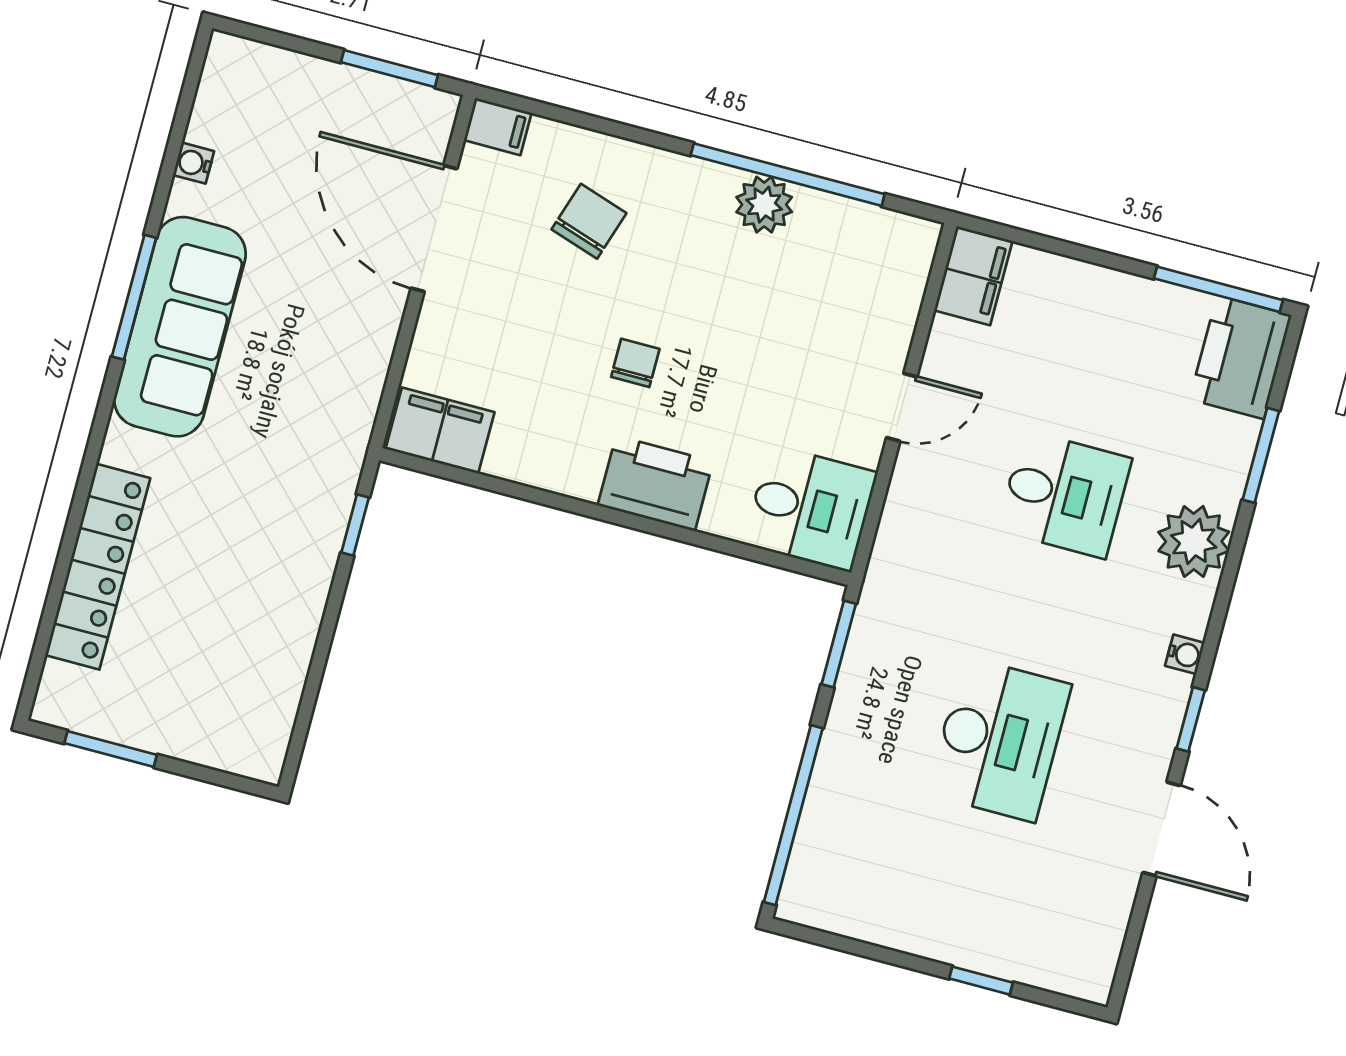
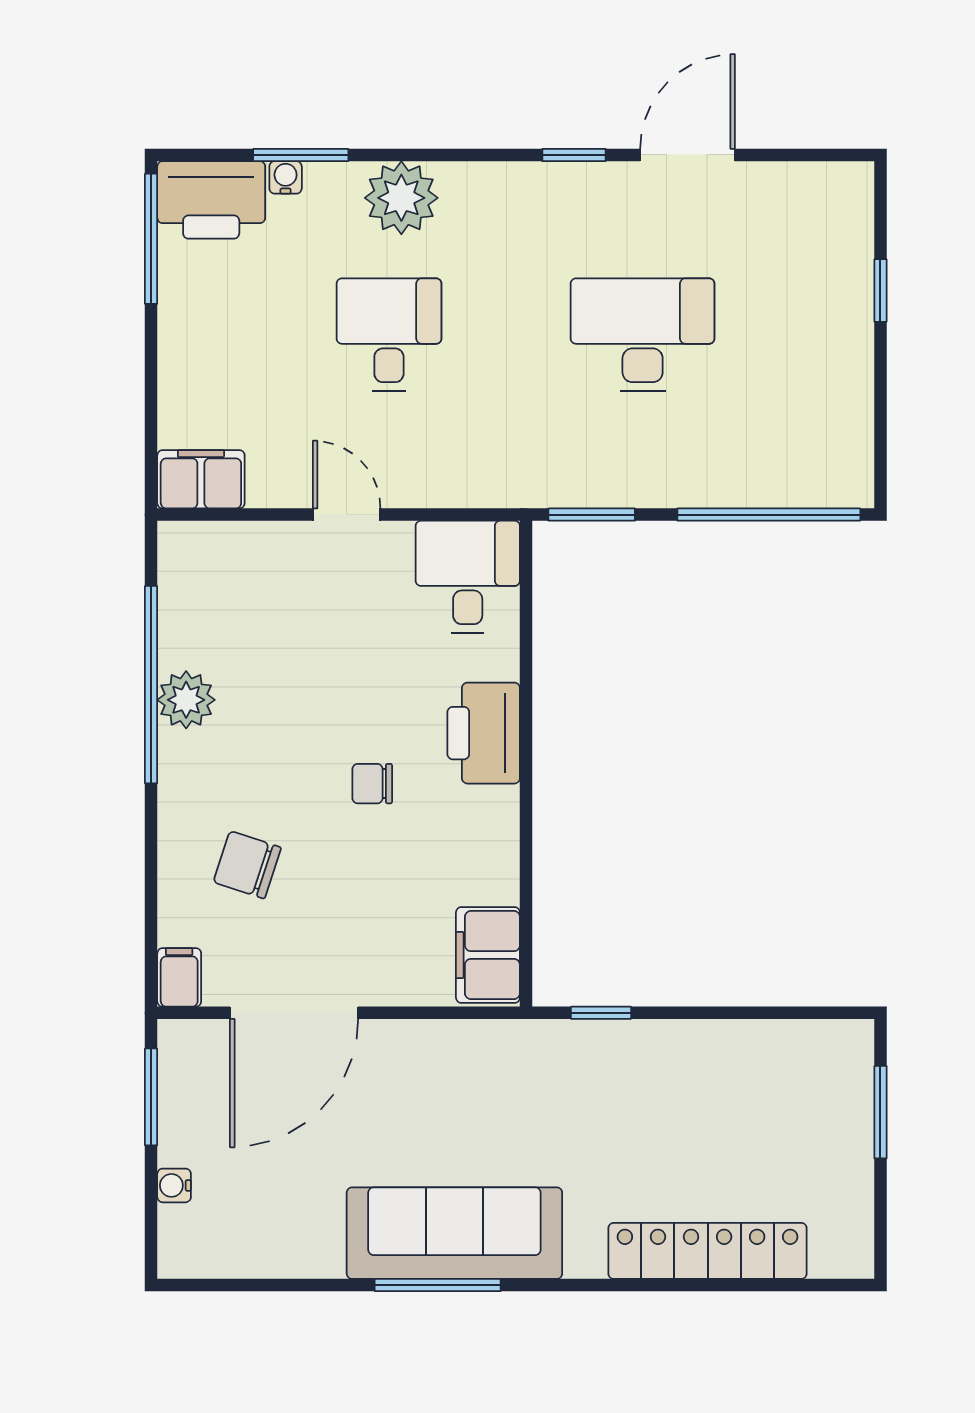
water cooler: (194, 163) -> (174, 1185), moved, turned 90
water cooler: (1185, 654) -> (286, 177), moved
window: (111, 749) -> (880, 1112), moved

